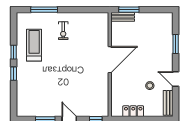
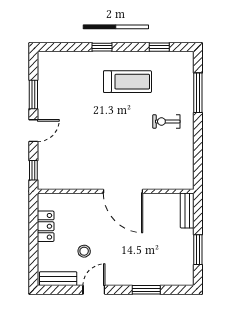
window: (129, 10) -> (198, 250), moved
treadmill: (34, 45) -> (127, 82), moved
window: (14, 52) -> (159, 47), moved

